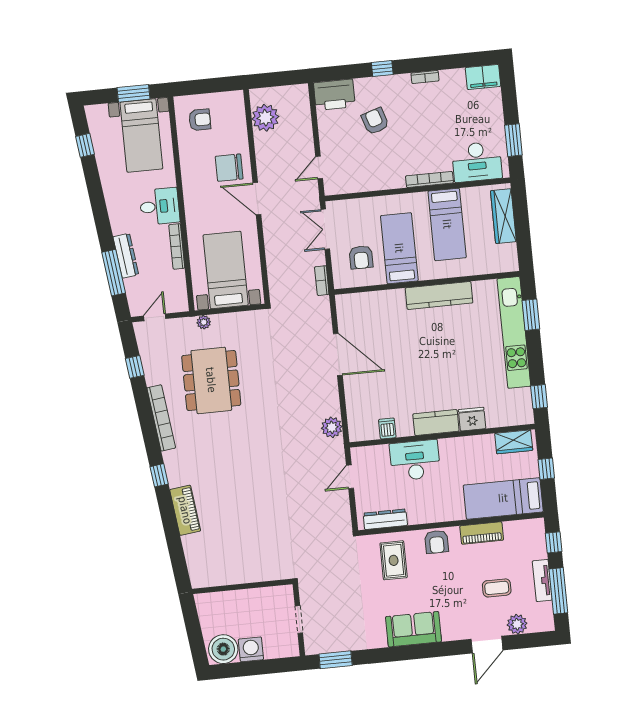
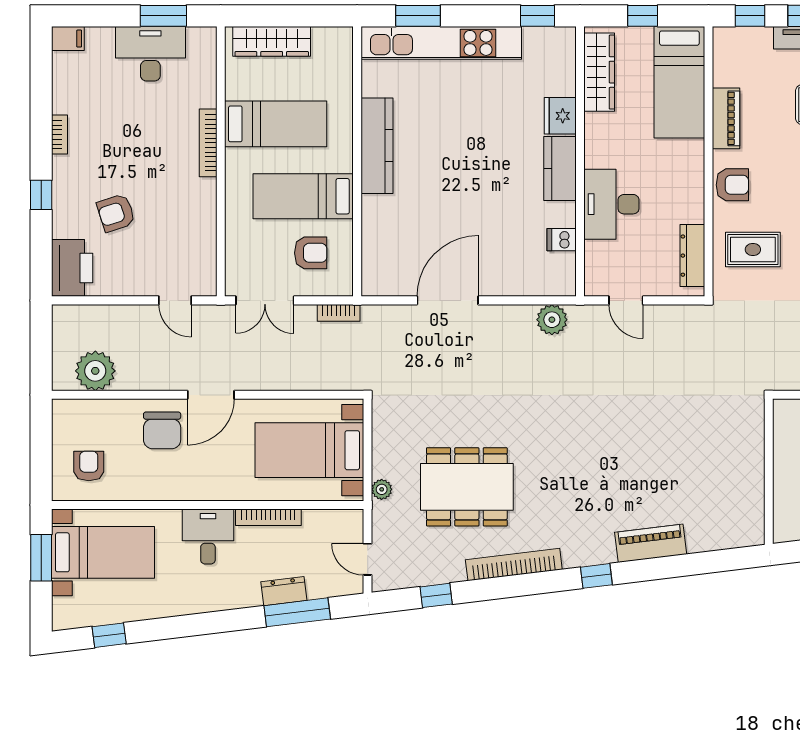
filing cabinet: (483, 77) -> (68, 39), width x0.50
desk: (477, 162) -> (150, 54), moved, turned -90
dresser: (126, 256) -> (284, 591), width x0.70
wardrobe: (514, 442) -> (599, 72), width x1.50

